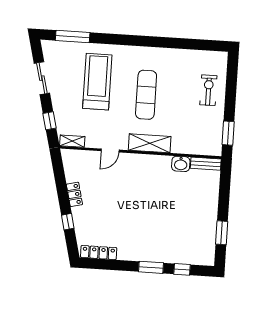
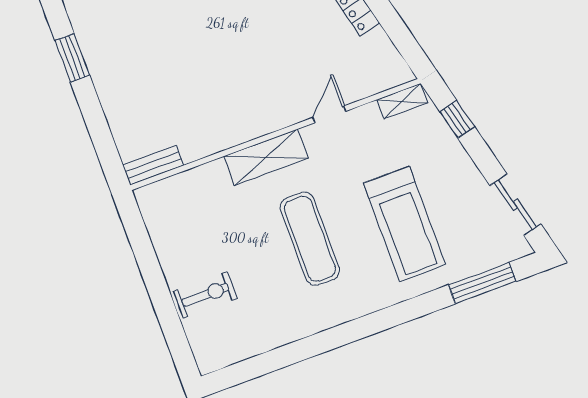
sliding door: (42, 78) -> (515, 205), moved
exercise bike: (208, 90) -> (205, 295), turned -90
window: (228, 133) -> (138, 236), removed
washbasin: (181, 164) -> (196, 146), removed

